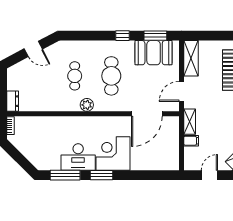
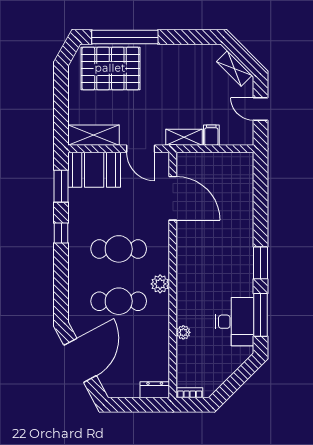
door: (33, 49) -> (80, 360), width x1.88
booth: (154, 53) -> (94, 170), moved, turned 90
cafe table: (75, 76) -> (119, 301), width x1.37, depth x1.35
plant: (53, 121) -> (183, 332), added
corner desk: (113, 153) -> (229, 247), removed
desk: (78, 157) -> (235, 322), moved

